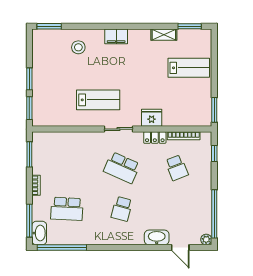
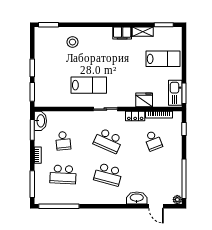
filing cabinet: (116, 36) -> (122, 33), moved
kitchen sink: (204, 109) -> (175, 93), added
fridge: (152, 118) -> (144, 100), moved
school desk: (67, 168) -> (63, 141), added
school desk: (122, 209) -> (108, 174), width x1.85
washbasin: (39, 233) -> (40, 121), moved

